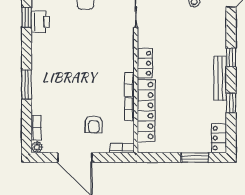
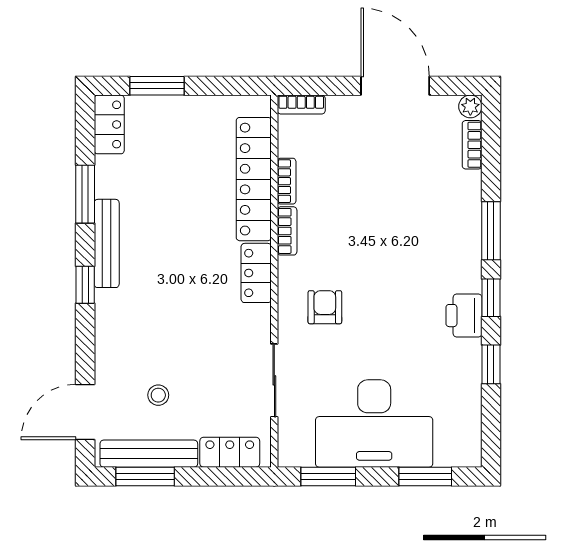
printer: (40, 22) -> (464, 316), moved
window: (27, 51) -> (491, 298), added
window: (231, 103) -> (85, 194), width x1.50
armchair: (94, 125) -> (325, 307), moved

